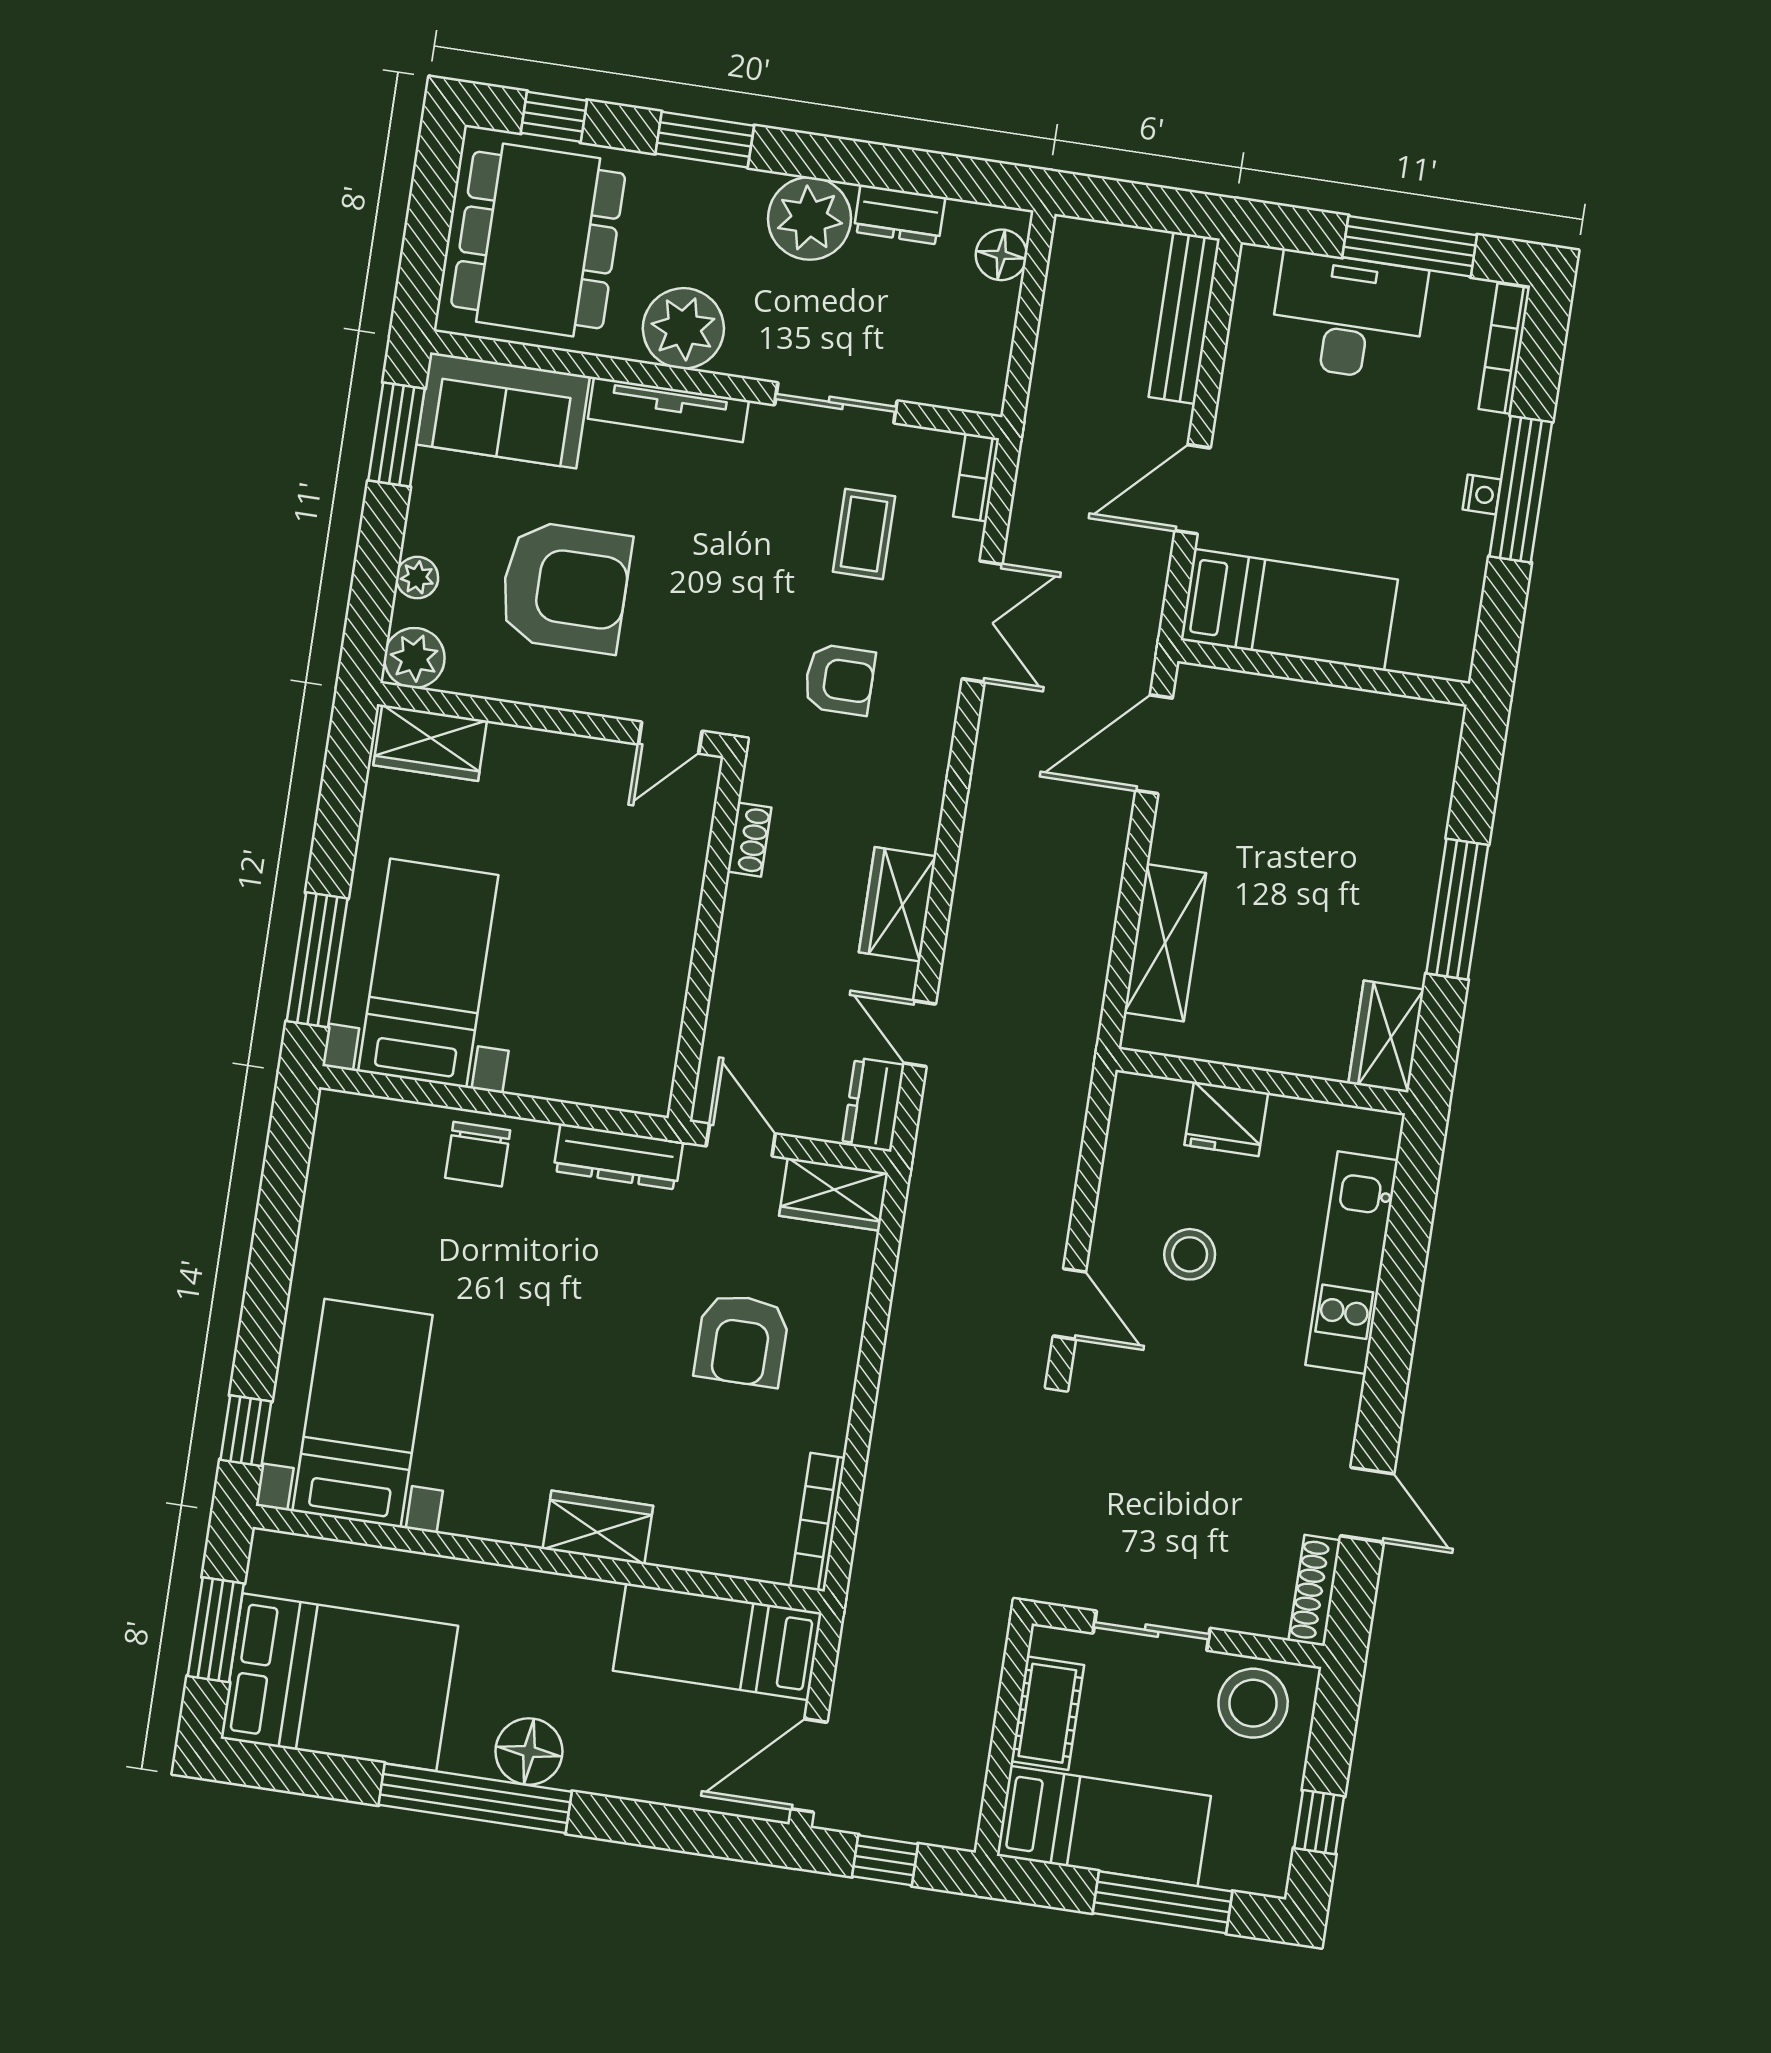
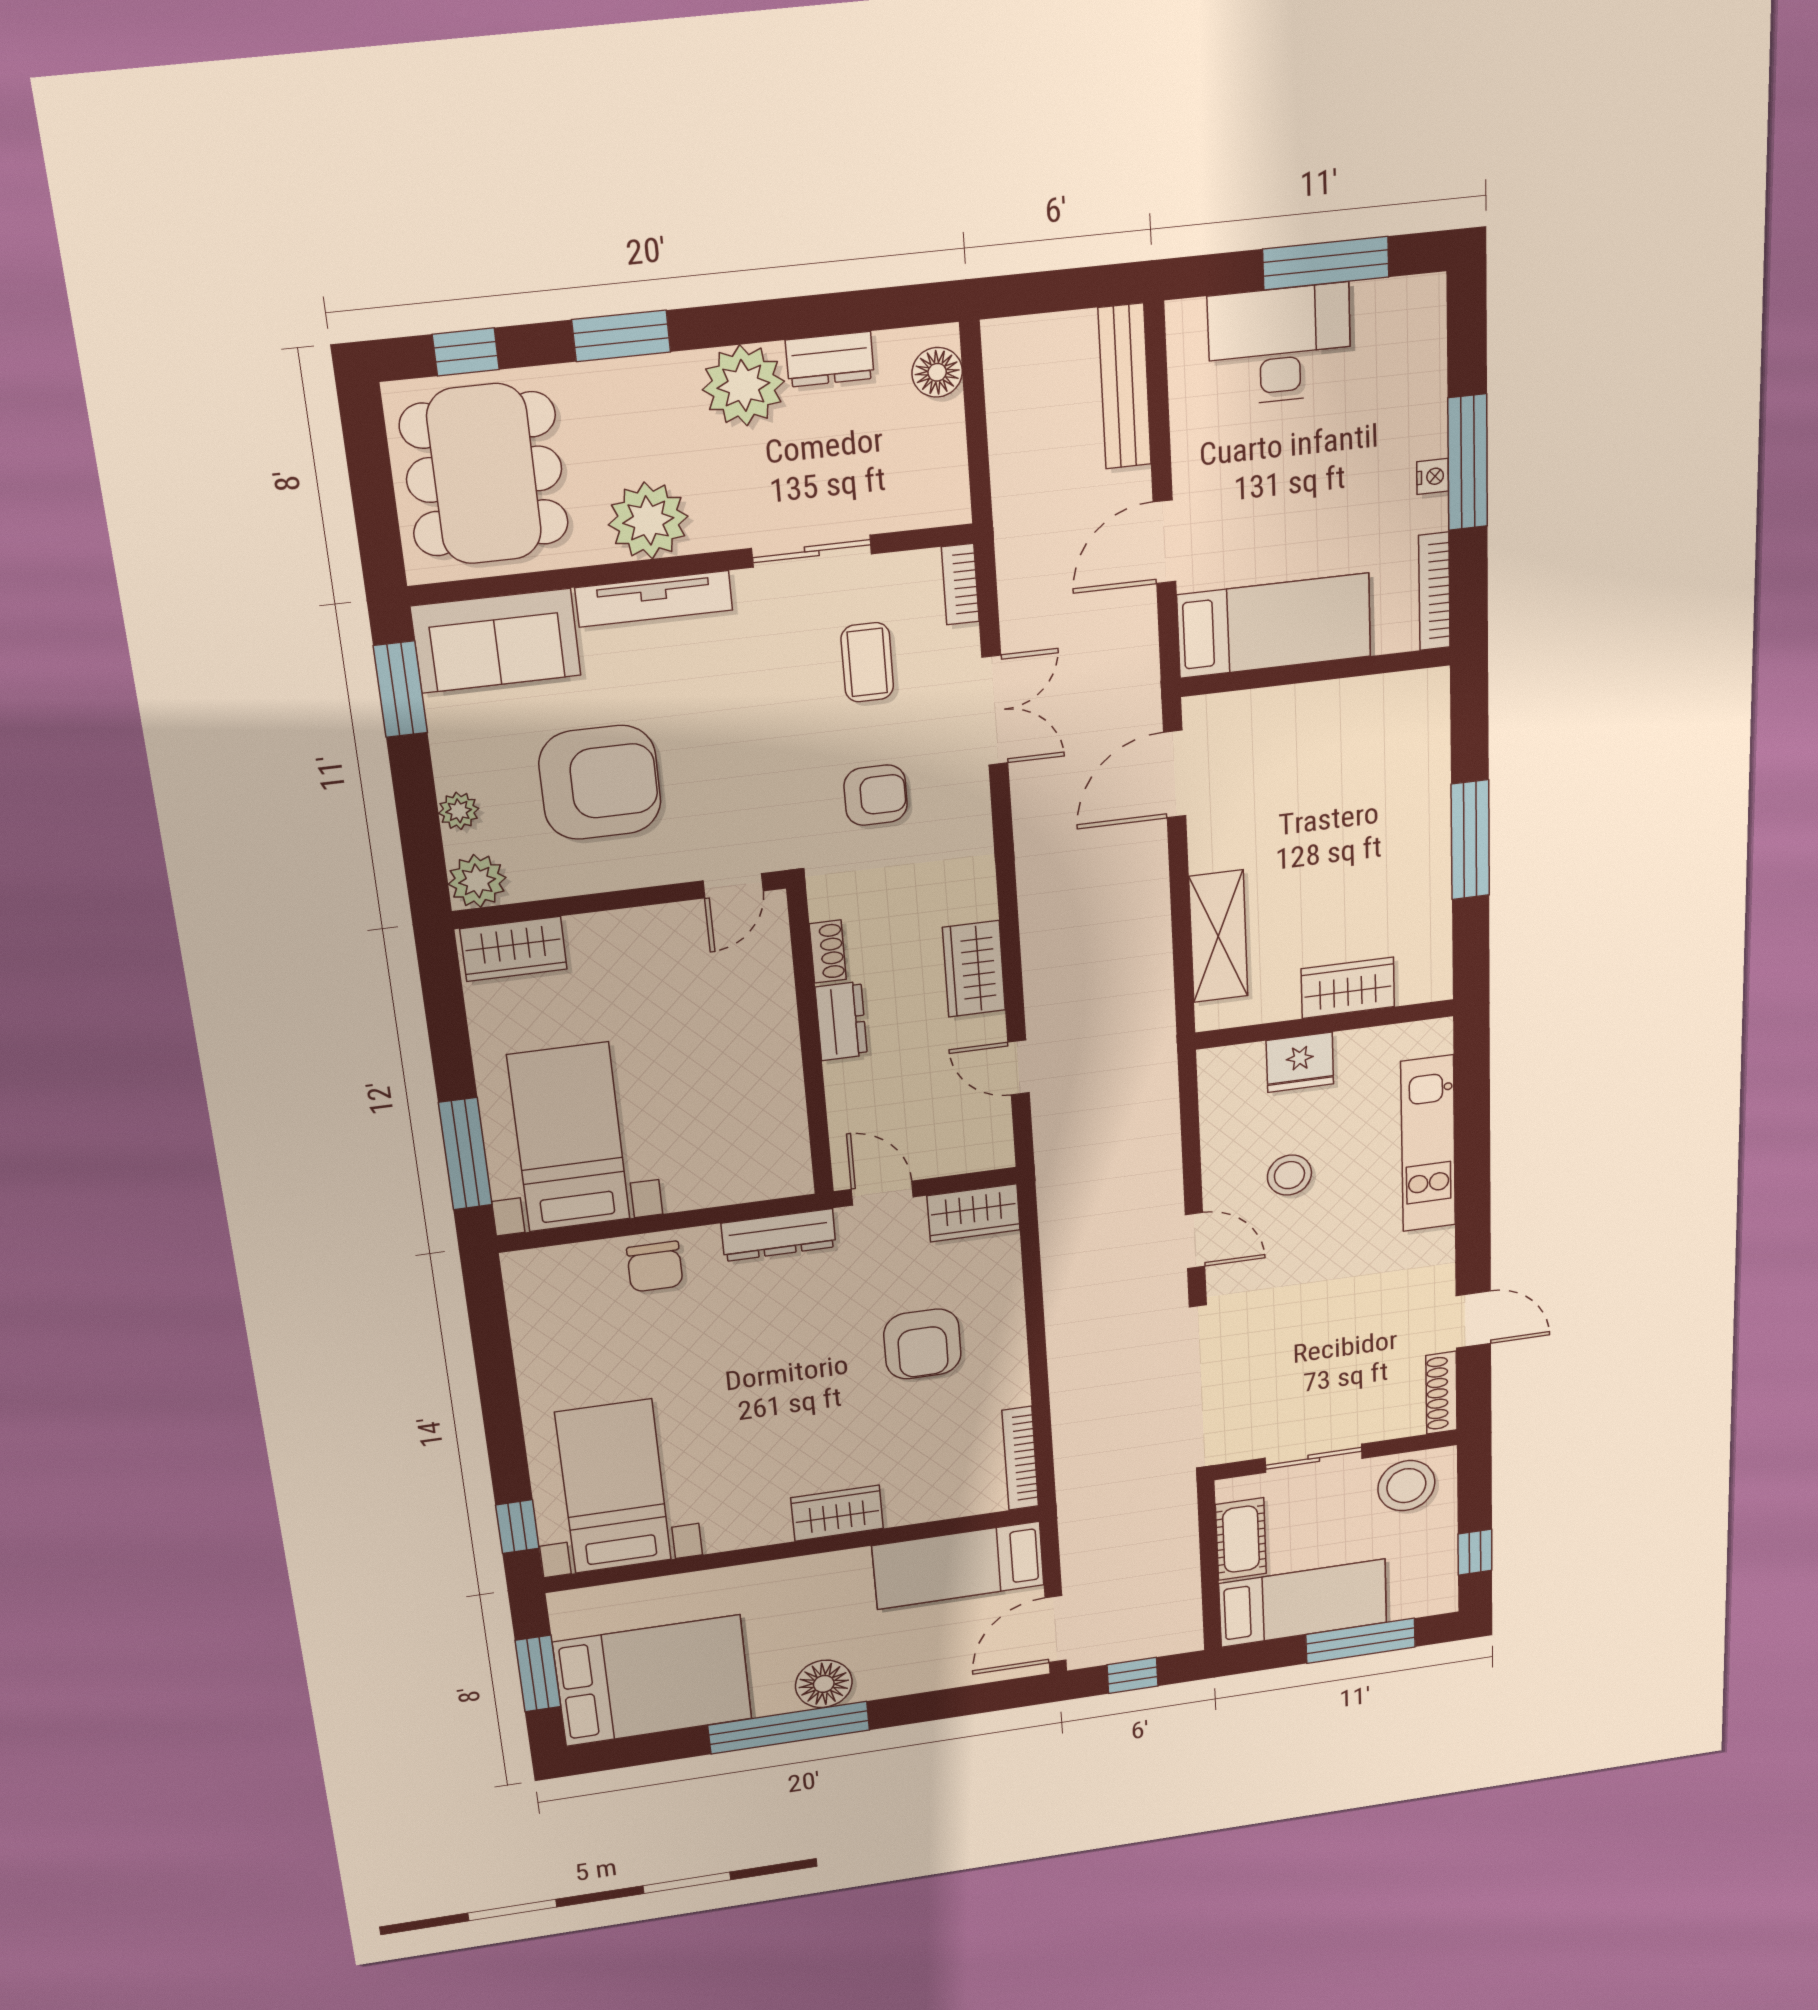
bookcase: (1504, 349) -> (1434, 591), moved
wardrobe: (1386, 1037) -> (1348, 988), moved, turned 90
dresser: (873, 1105) -> (841, 1021), moved, turned 180

